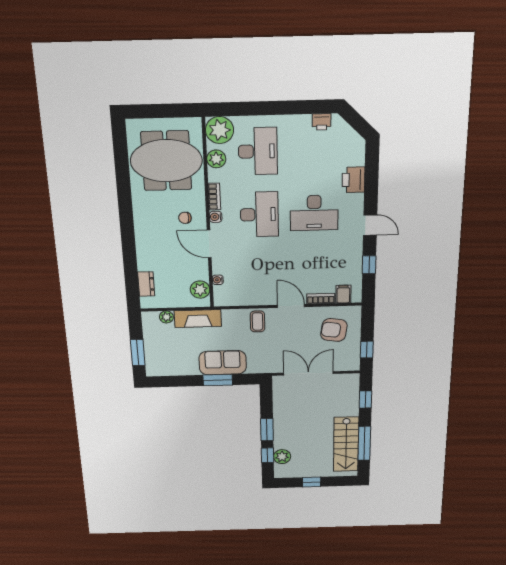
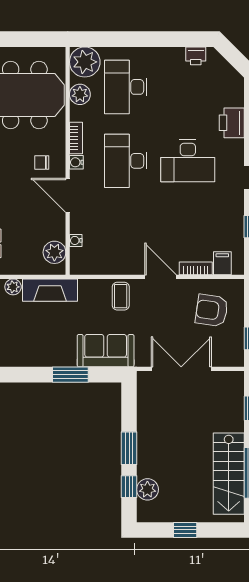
desk: (258, 151) -> (126, 87), turned 180
desk: (259, 214) -> (126, 161), turned 180
sofa: (223, 363) -> (106, 351), moved

